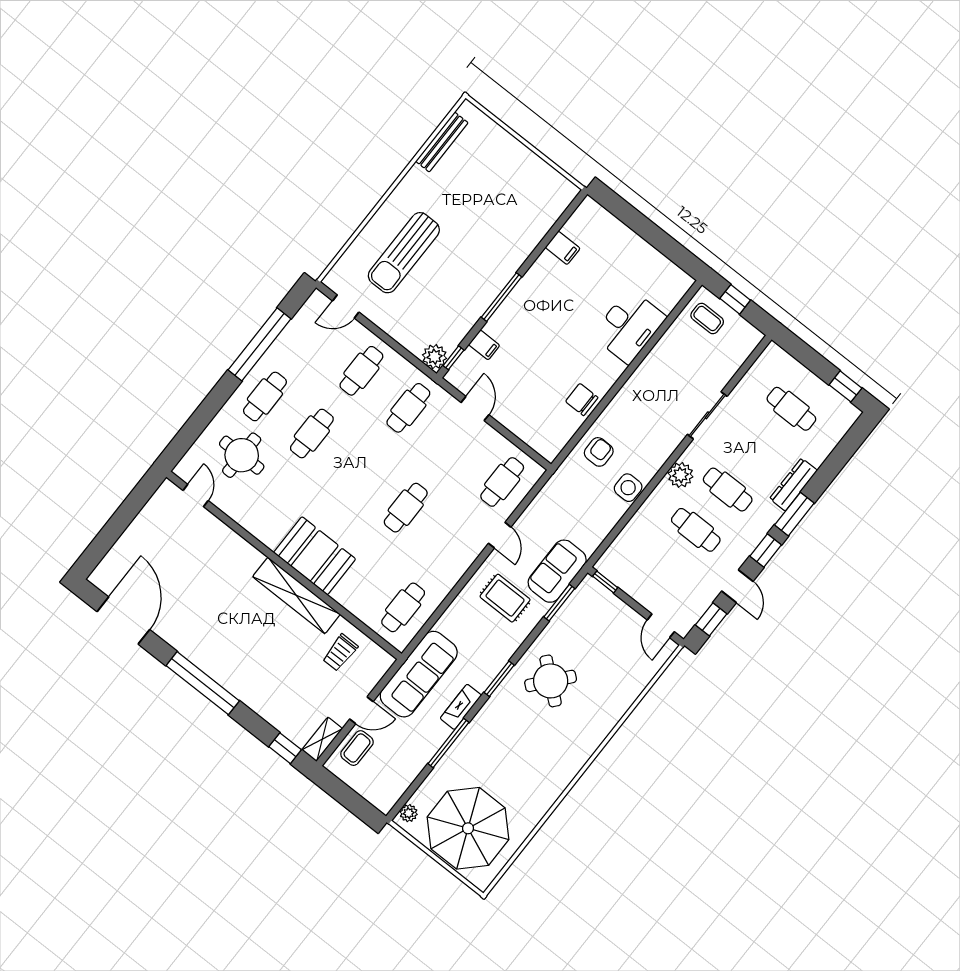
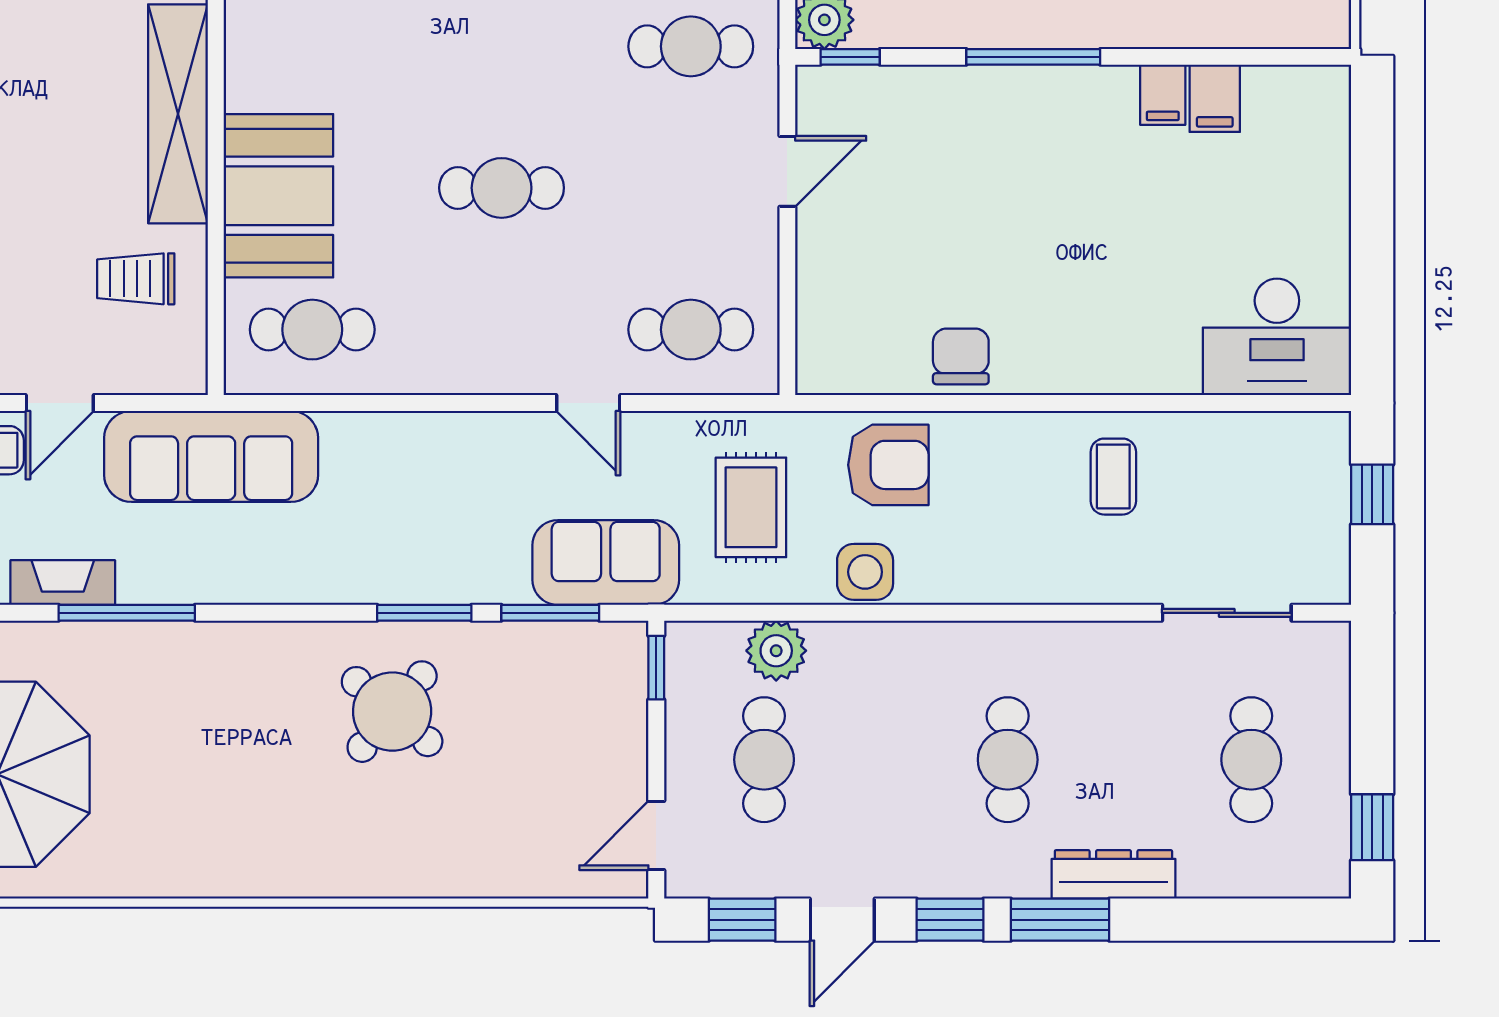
coffee table: (707, 318) -> (1113, 477), moved
desk: (629, 326) -> (1277, 337), moved
filing cabinet: (484, 345) -> (1163, 95), moved
sliding door: (707, 415) -> (1227, 613), moved
armchair: (599, 452) -> (888, 465), width x1.38, depth x1.38
plant: (681, 475) -> (776, 651), moved
cafe table: (696, 530) -> (764, 760), moved
door: (500, 535) -> (588, 403), hinge flipped
booth: (315, 556) -> (278, 196), moved
rug: (505, 598) -> (751, 507), moved
window: (499, 679) -> (424, 613), moved
fireplace: (461, 707) -> (63, 583), moved
door: (361, 710) -> (60, 403), hinge flipped

